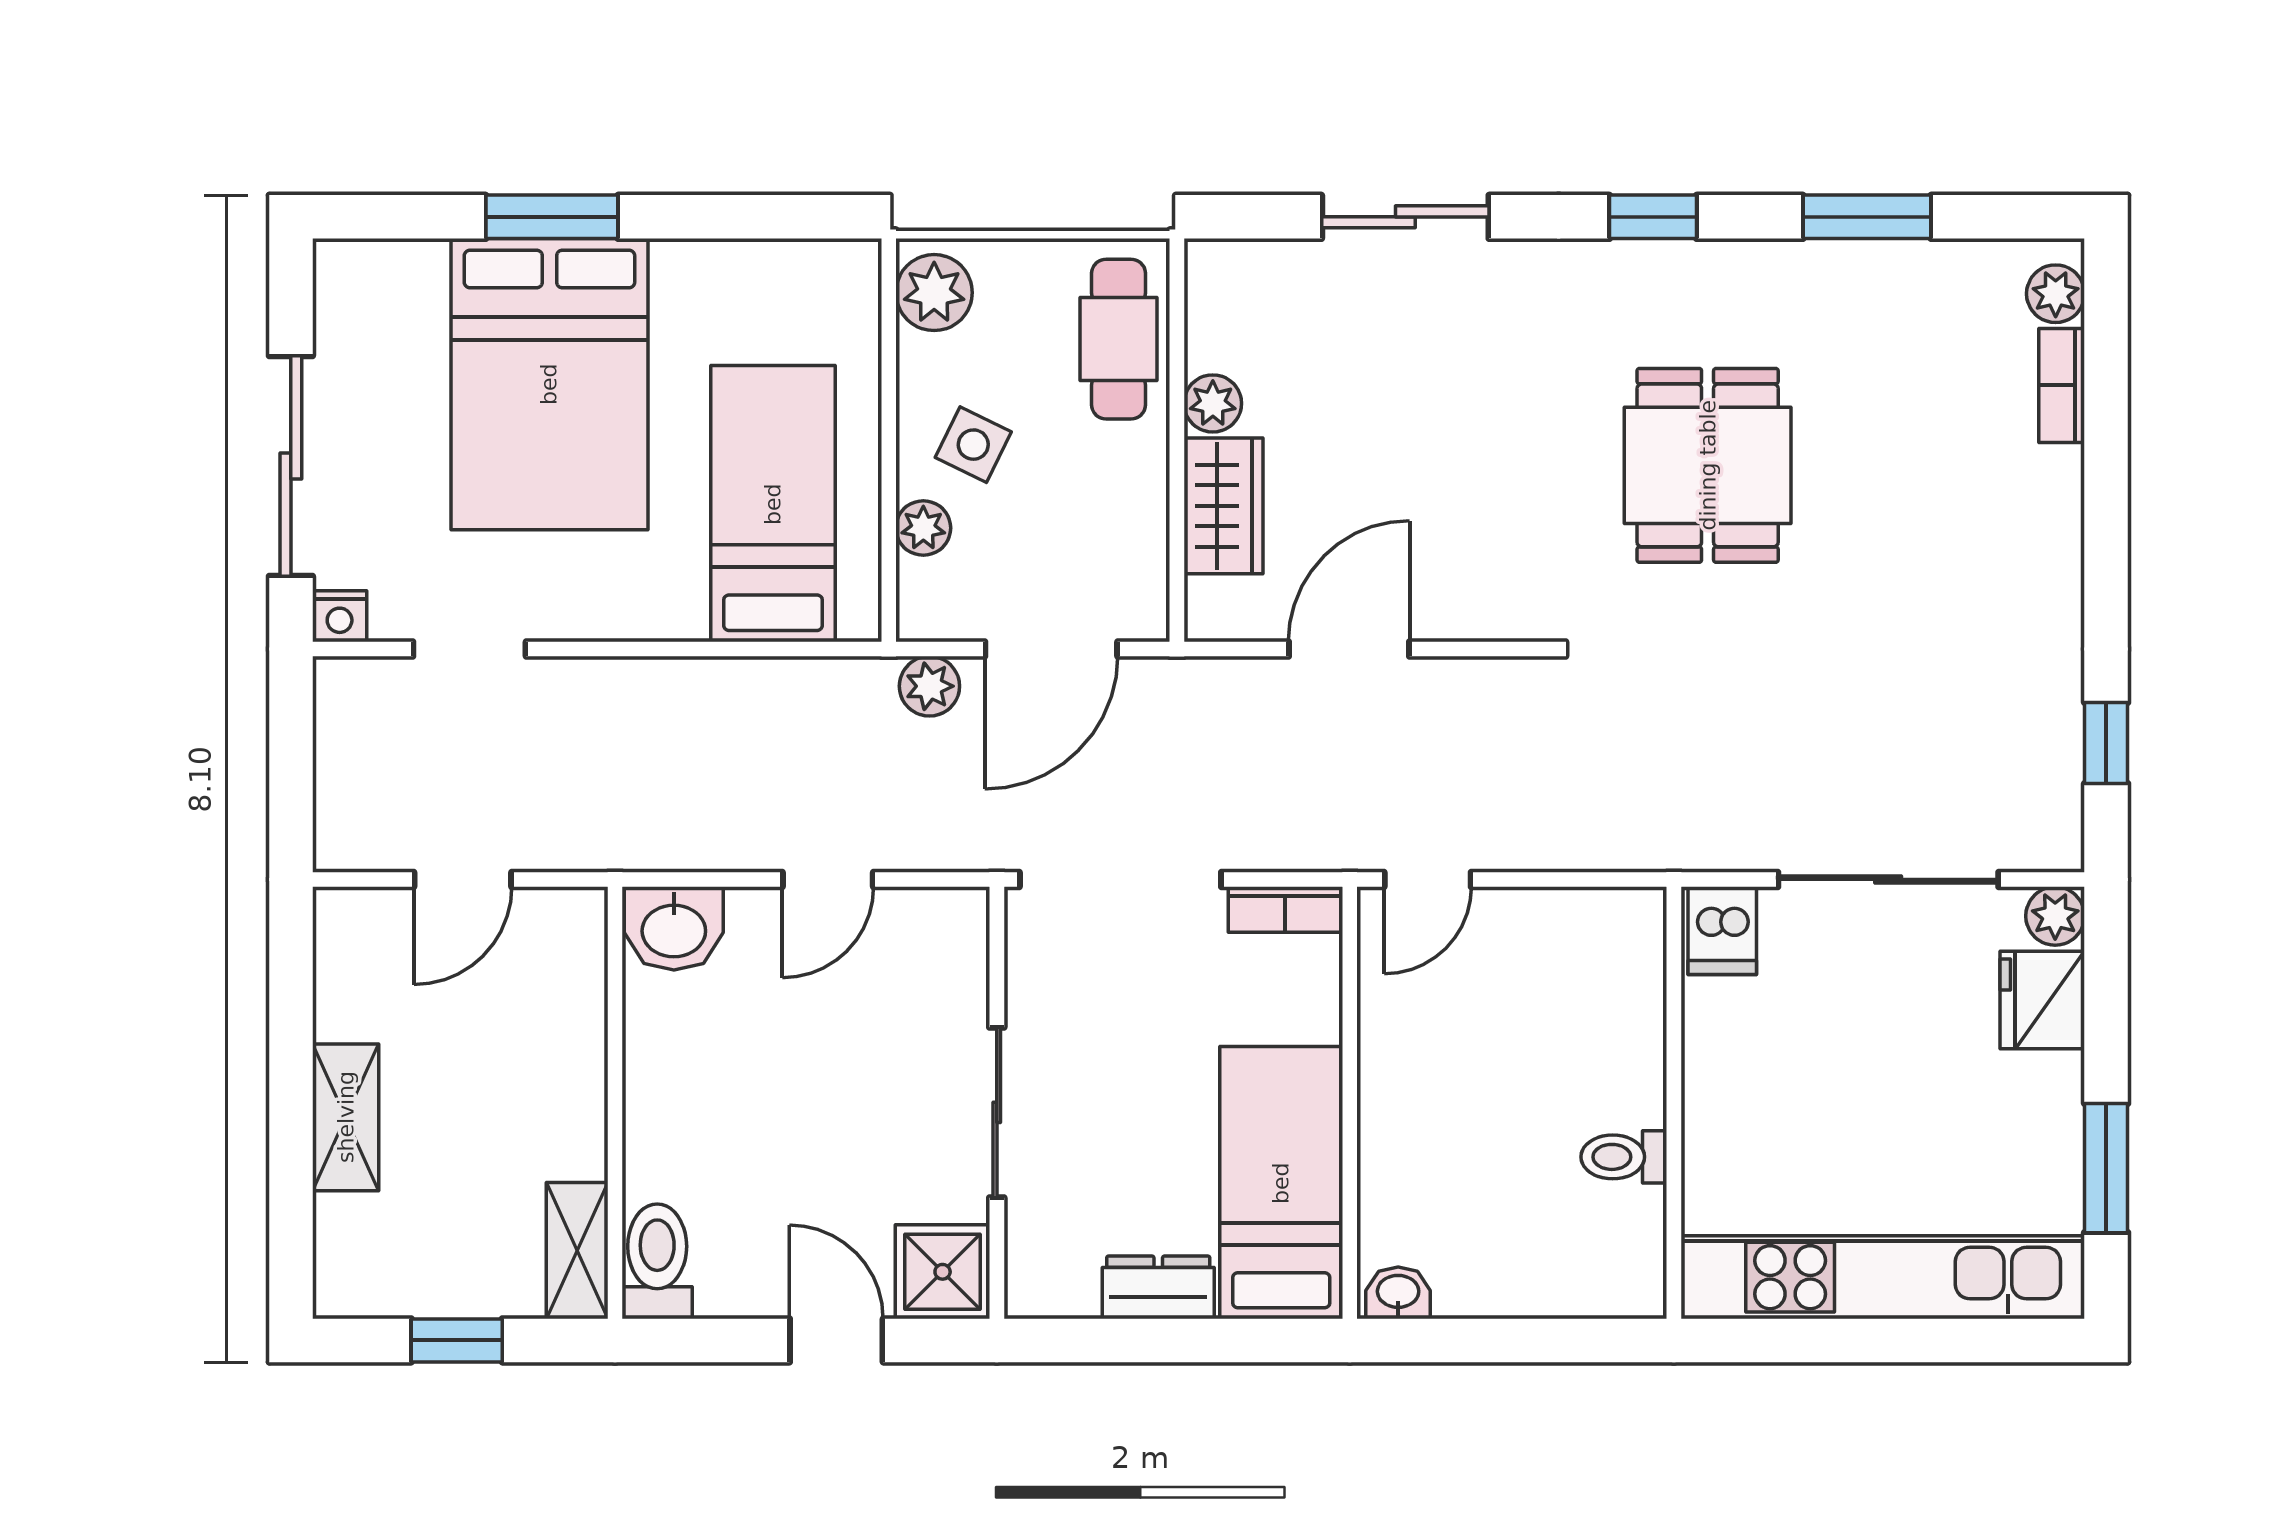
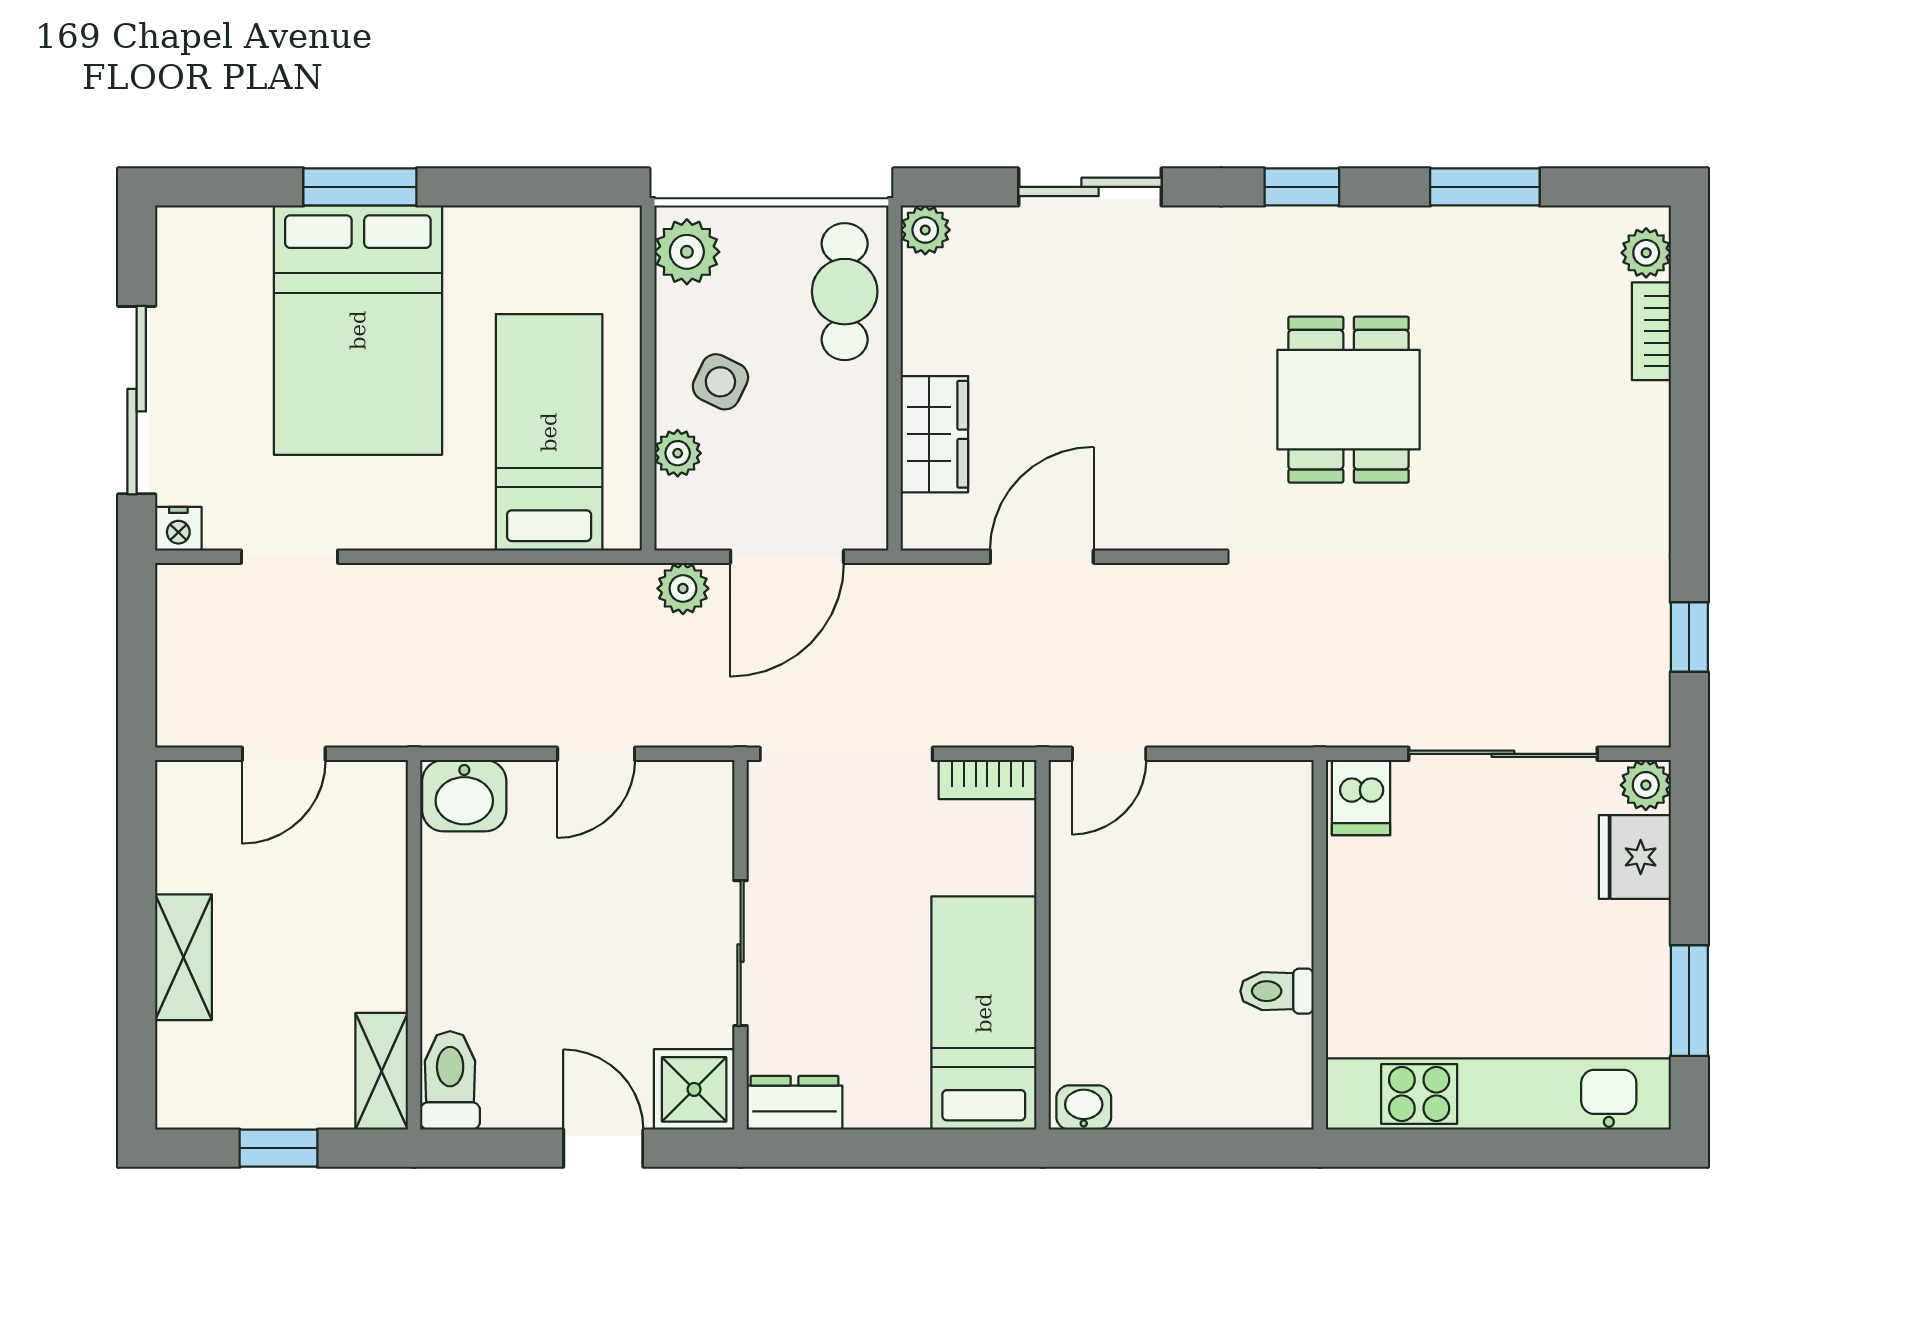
plant: (1213, 403) -> (925, 230), moved
dresser: (1158, 1287) -> (794, 1103), moved

